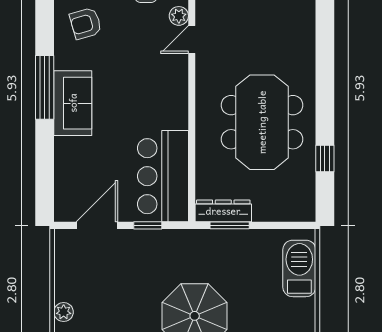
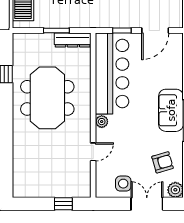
plant: (179, 16) -> (102, 122), moved
bar counter: (163, 176) -> (112, 73), width x1.36
window: (230, 225) -> (56, 31), moved

